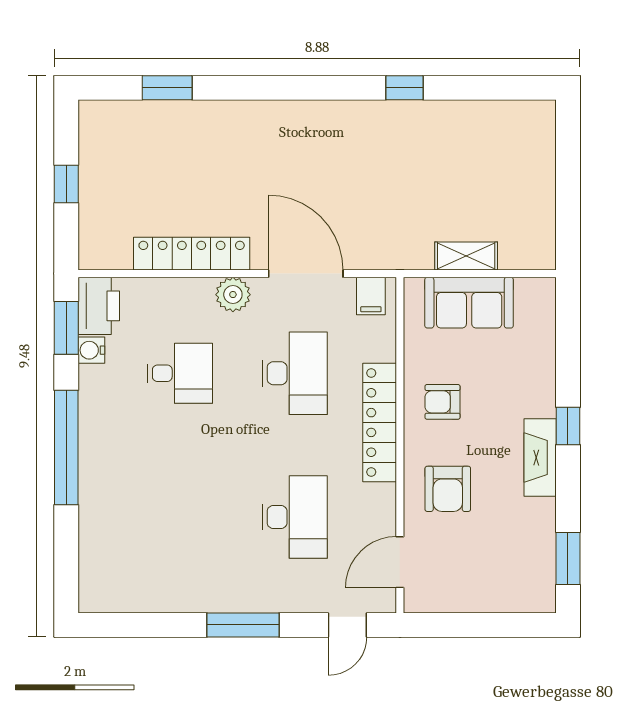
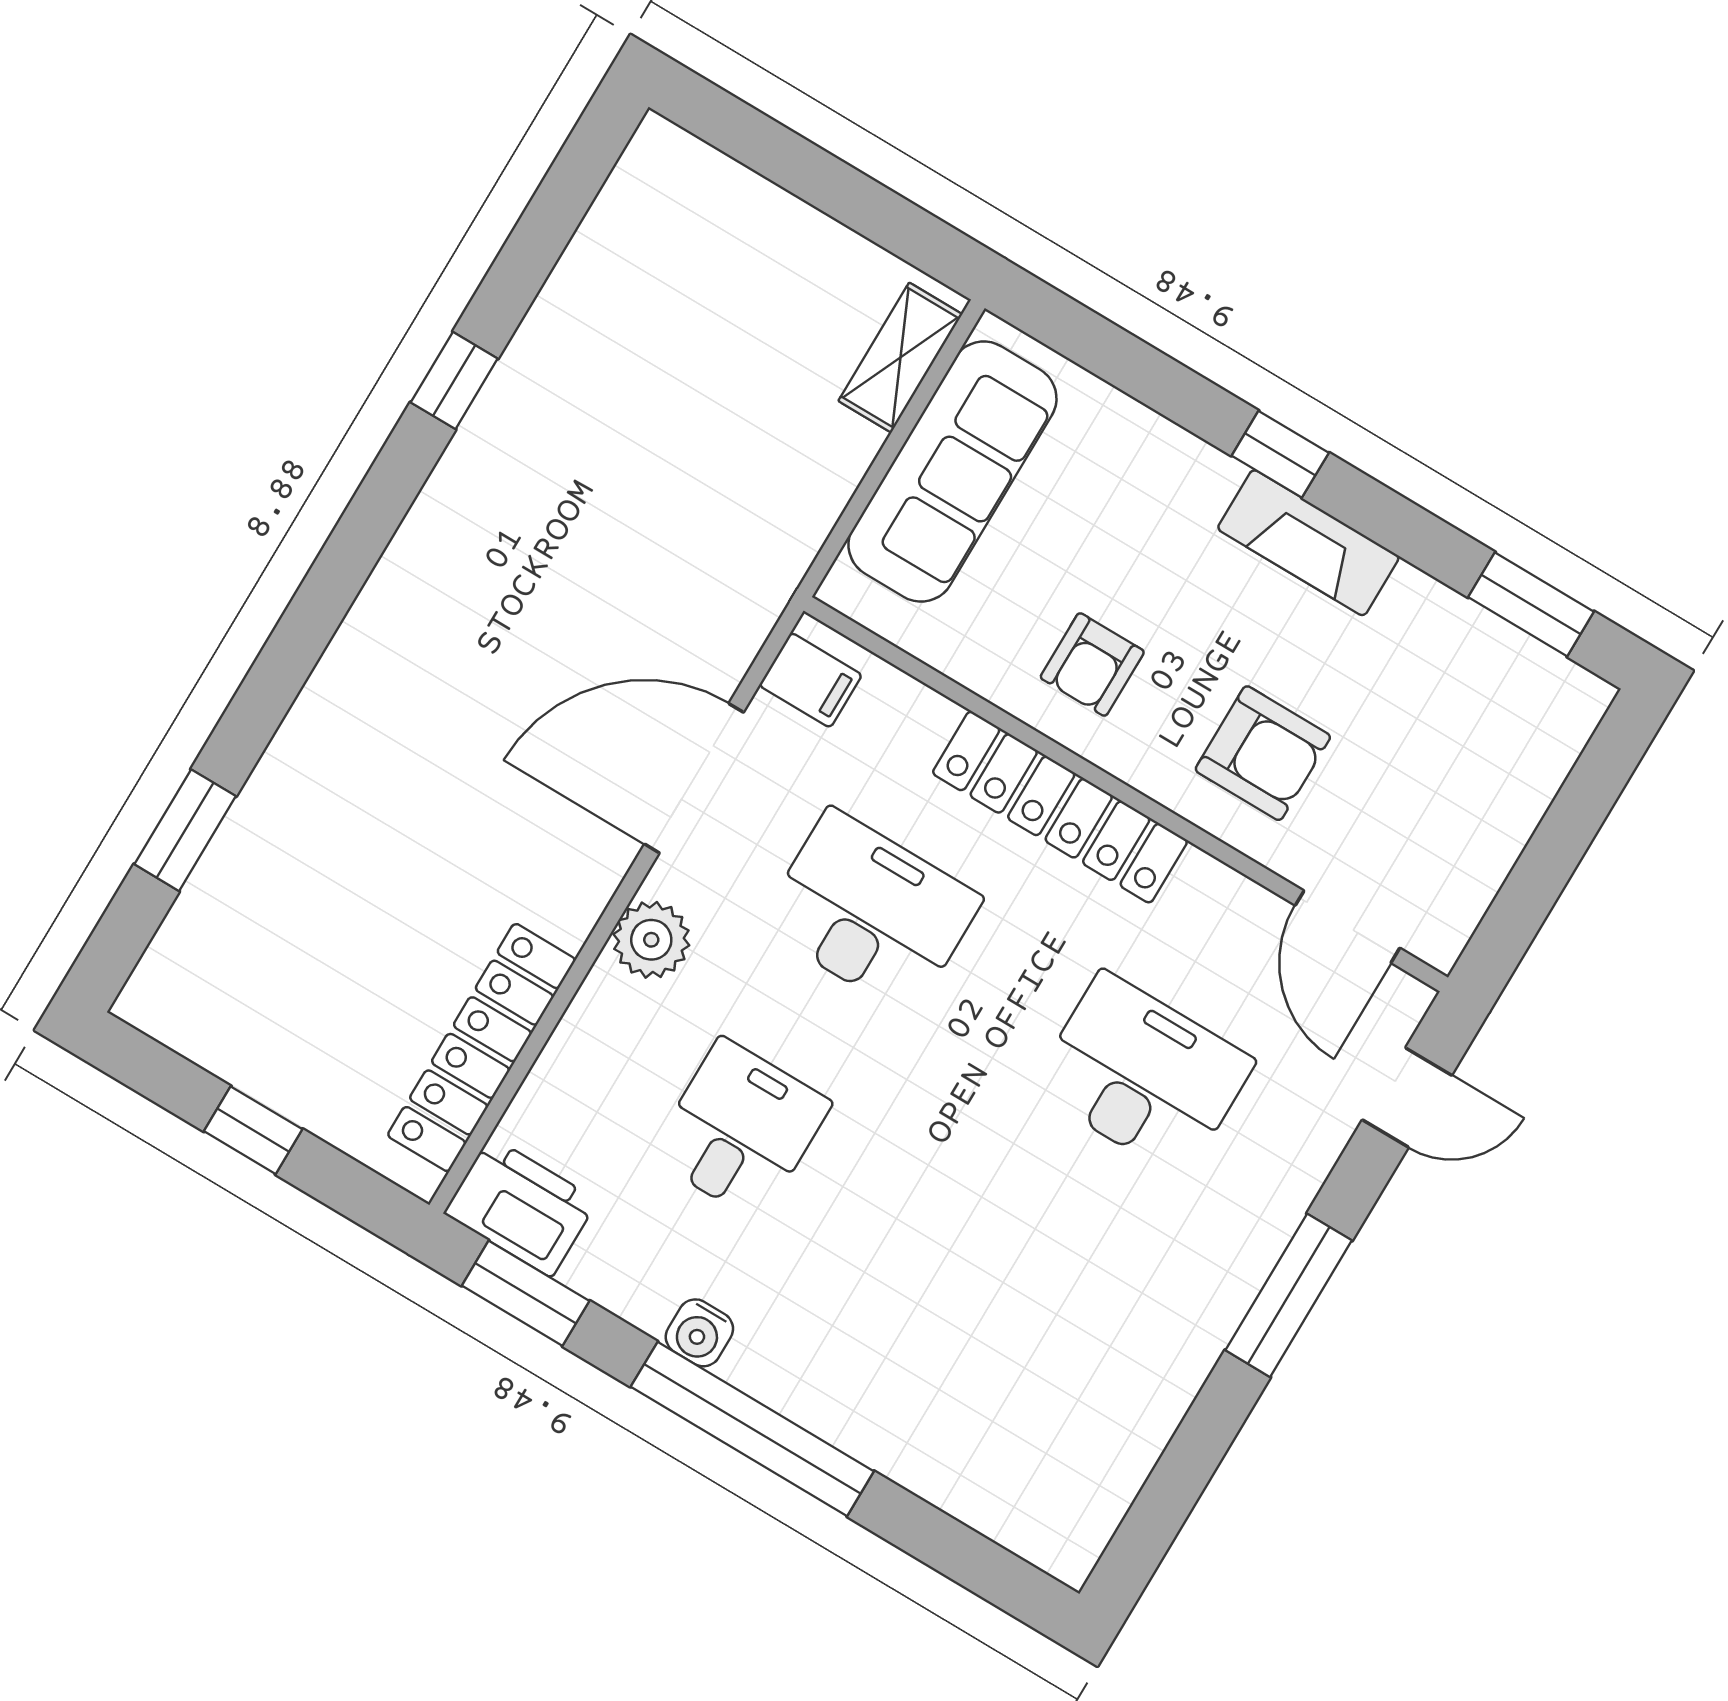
locker: (192, 254) -> (482, 1048), moved
shelving: (466, 256) -> (900, 358), moved
sofa: (469, 303) -> (952, 472), width x1.36
water cooler: (91, 350) -> (699, 1333), moved
door: (347, 625) -> (1407, 1098), hinge flipped

